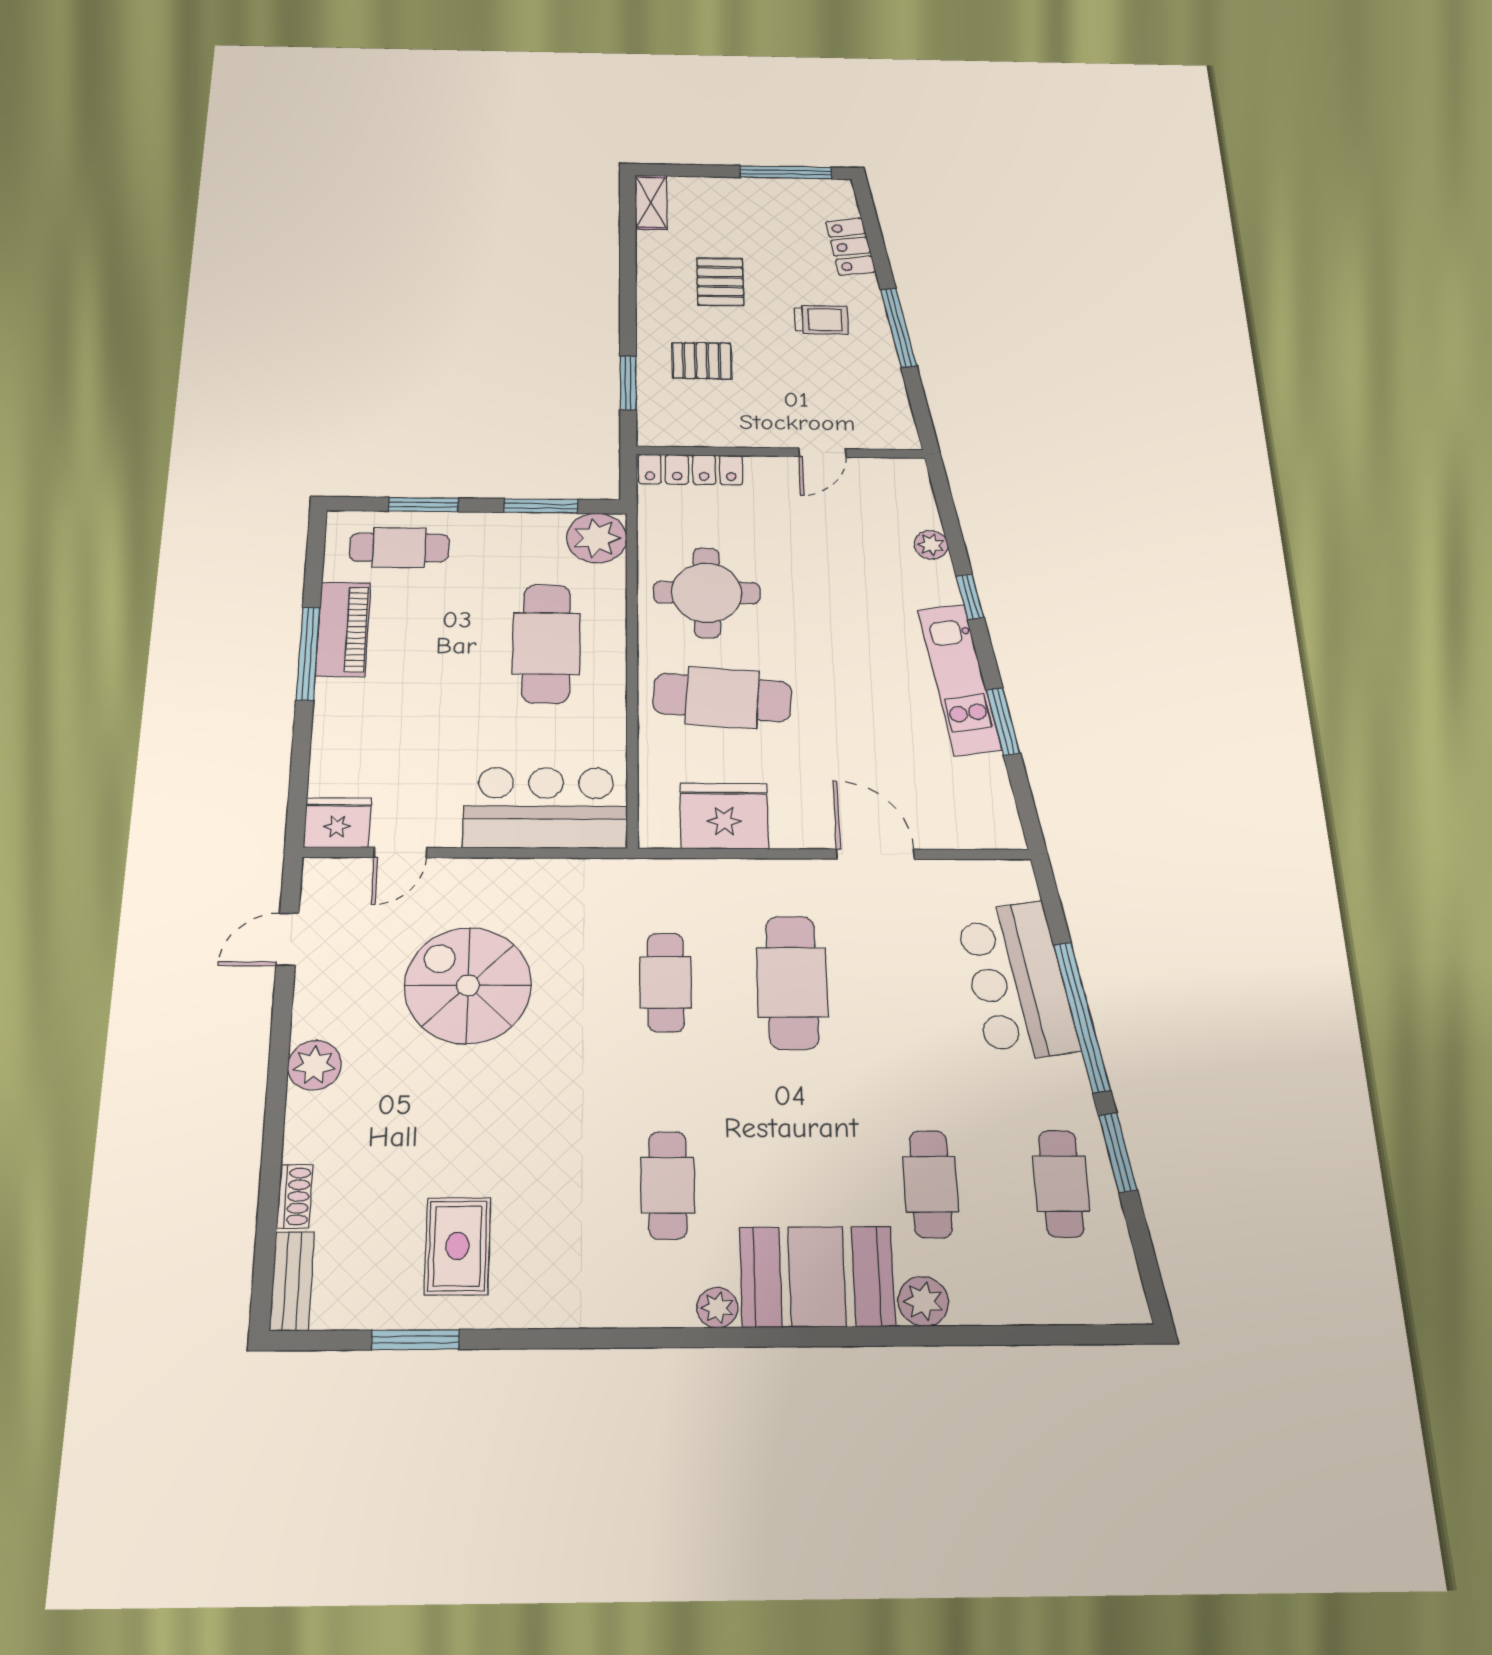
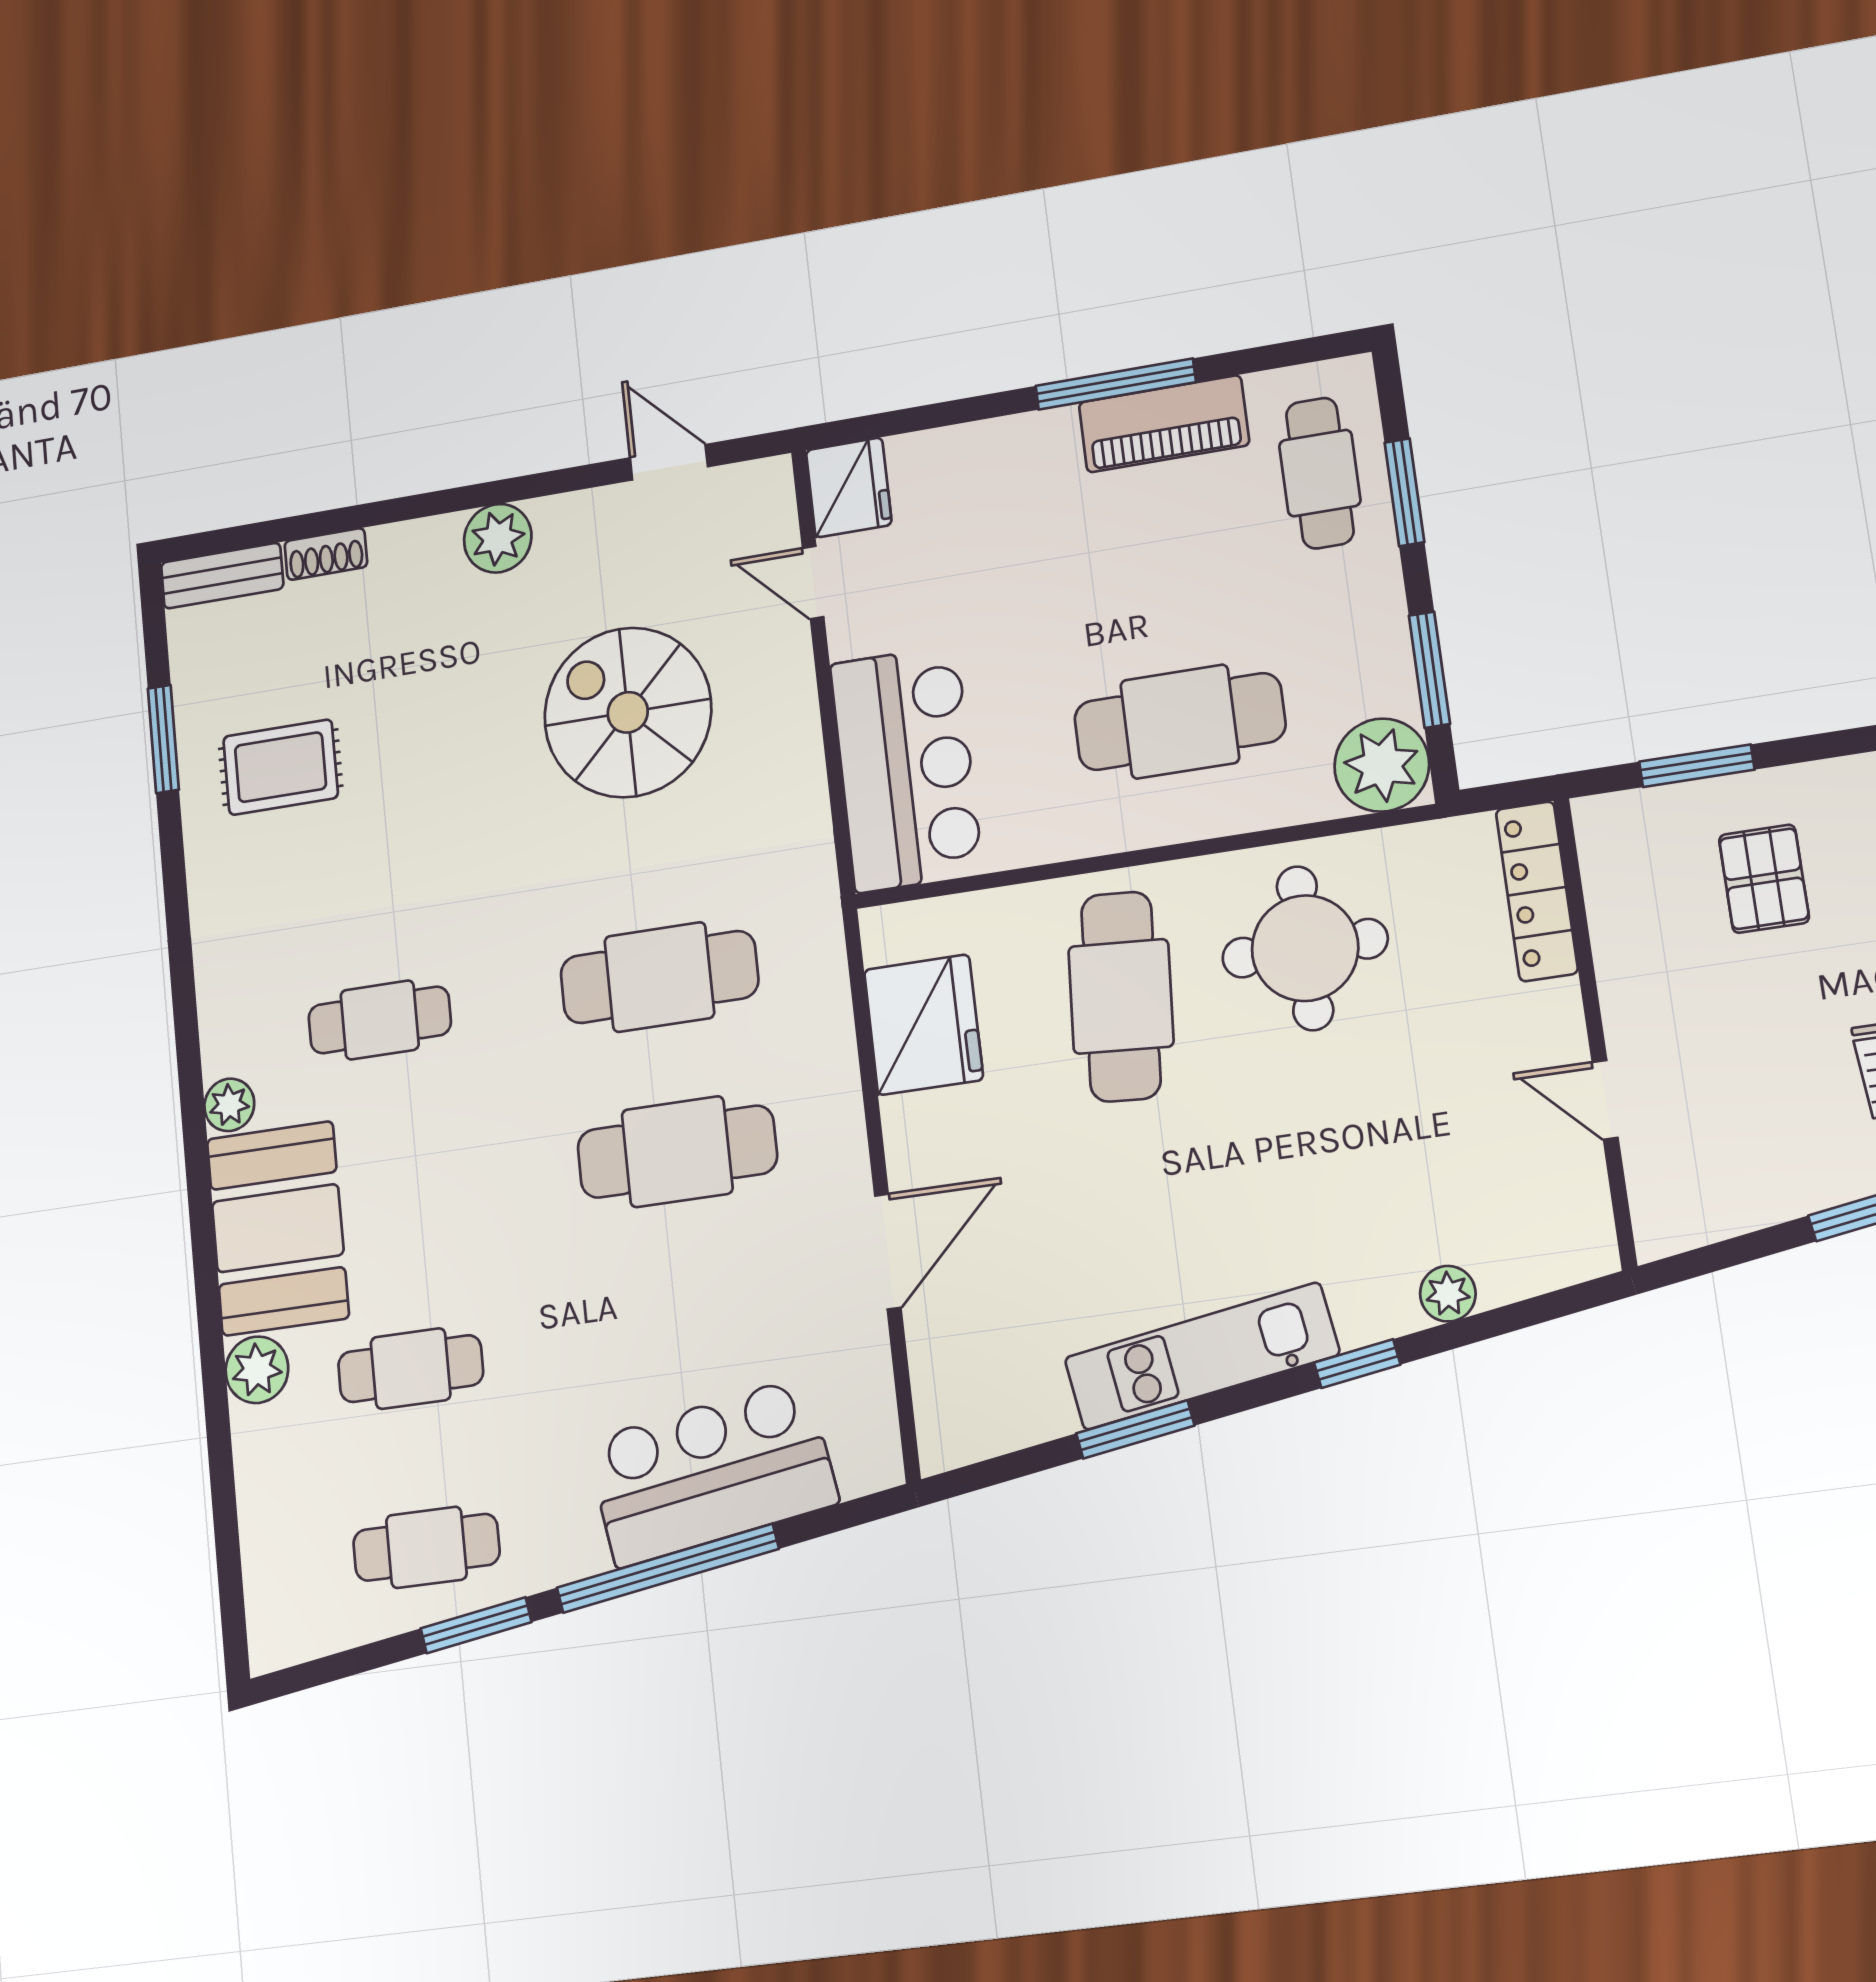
cafe table: (666, 982) -> (659, 977), width x1.37, depth x1.35
spiral stairs: (468, 985) -> (628, 712), turned -90

